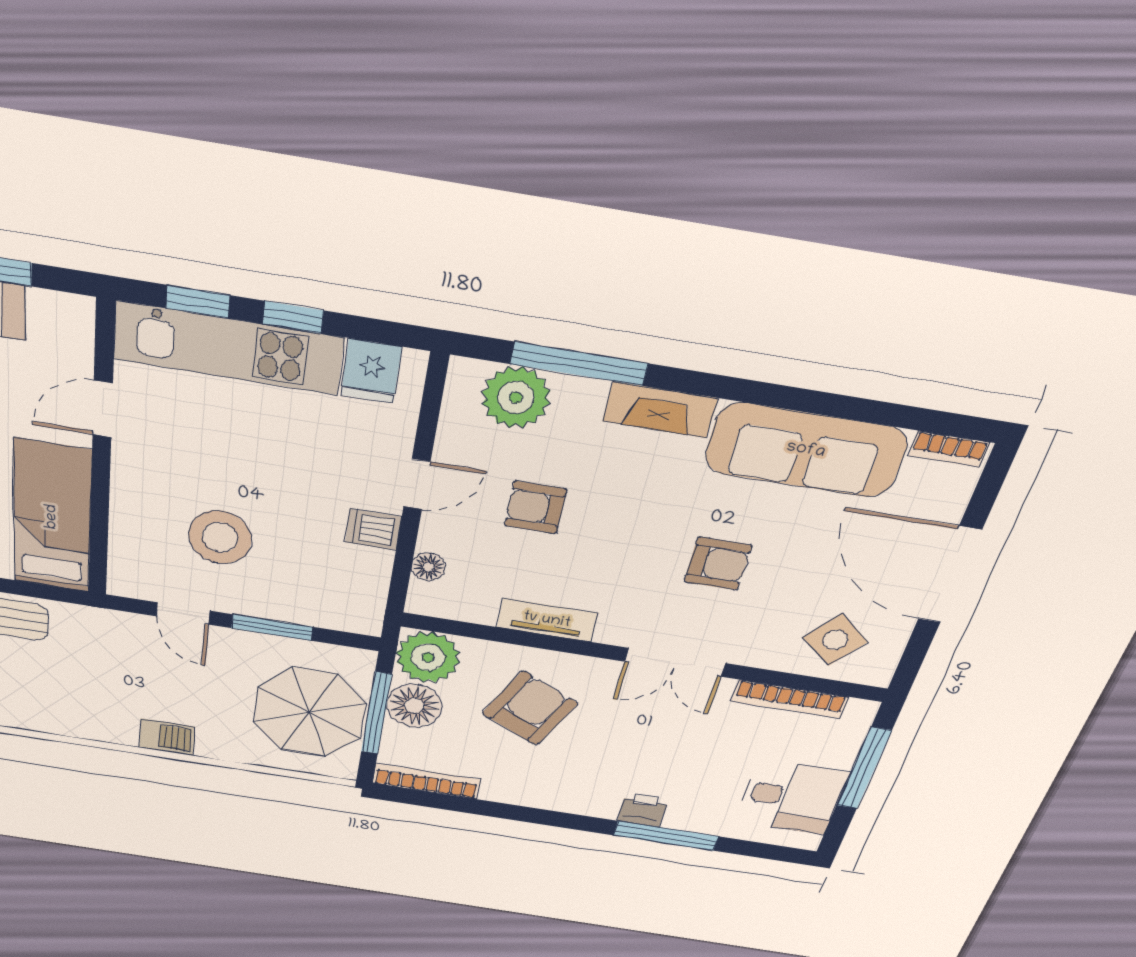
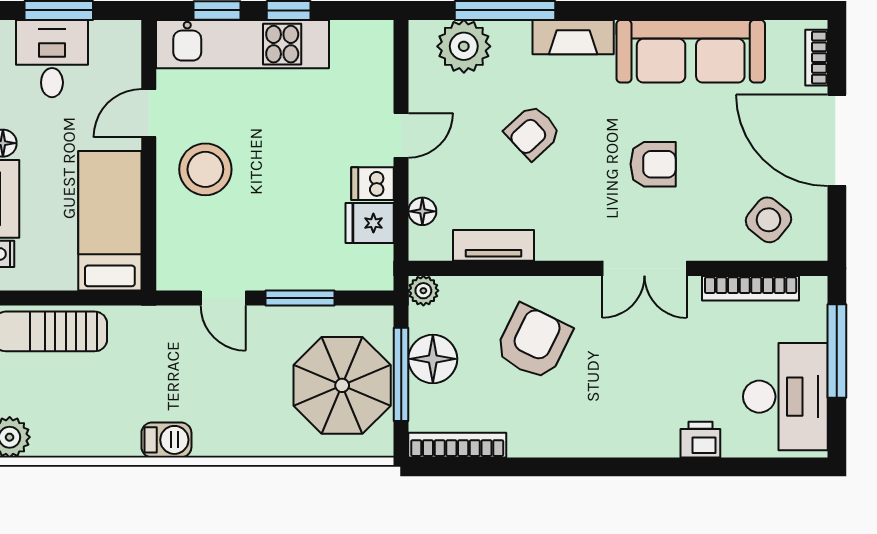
fridge: (371, 371) -> (370, 223), moved, turned 90
bookcase: (949, 449) -> (816, 58), moved, turned 90
armchair: (535, 507) -> (533, 132), moved, turned -43
stool: (220, 537) -> (205, 169), moved
tv unit: (547, 620) -> (493, 245), moved
plant: (428, 657) -> (423, 291), width x0.53, depth x0.53
barbecue: (167, 737) -> (166, 440), moved
desk: (792, 797) -> (785, 397), width x1.37
printer: (643, 810) -> (700, 440), moved
window: (666, 836) -> (687, 467), removed

